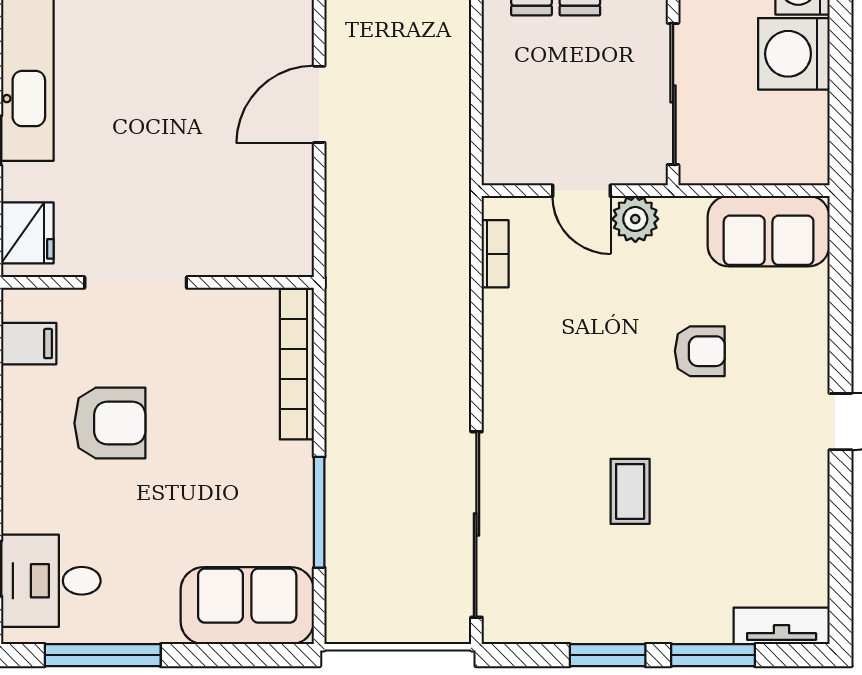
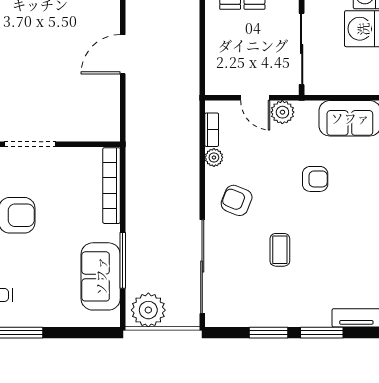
plant: (500, 309) -> (214, 157), added
armchair: (544, 394) -> (237, 200), added
sofa: (247, 606) -> (101, 276), moved, turned -90
plant: (370, 611) -> (148, 310), added

